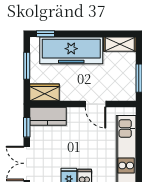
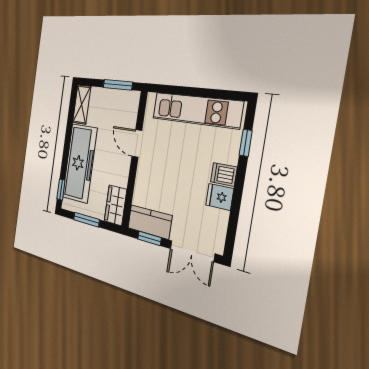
door: (96, 104) -> (137, 143), swing flipped
kitchen counter: (48, 116) -> (150, 222), moved, turned -90

